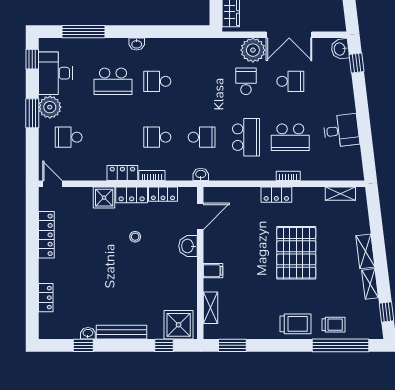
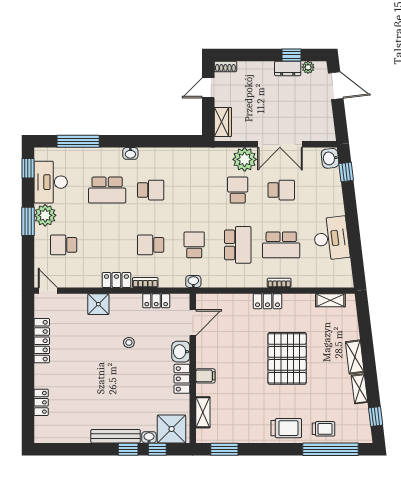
school desk: (157, 81) -> (151, 190), turned 180
desk: (341, 131) -> (331, 238), width x1.37
school desk: (202, 137) -> (194, 245), turned -90
locker: (132, 195) -> (182, 379), moved, turned 90
washbasin: (88, 333) -> (149, 437), moved
window: (83, 345) -> (128, 449), moved

